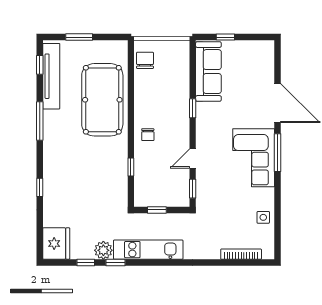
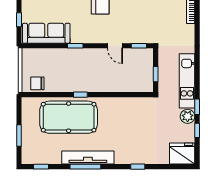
tv unit: (51, 76) -> (88, 158), moved
chair: (148, 135) -> (96, 81), removed
window: (131, 167) -> (80, 95), moved

